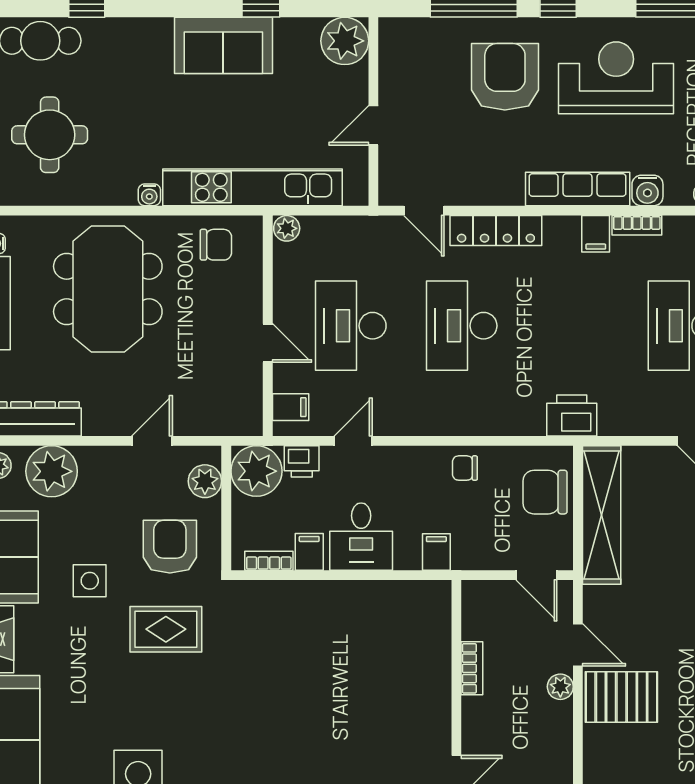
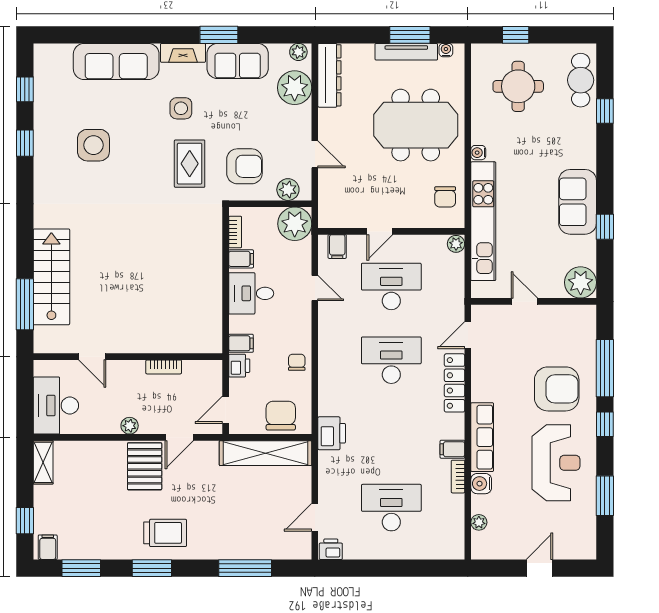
printer: (302, 461) -> (239, 366), moved, turned 180
side table: (90, 581) -> (181, 108), moved
plant: (560, 687) -> (130, 426), moved

